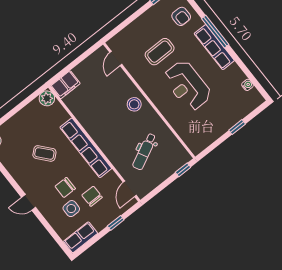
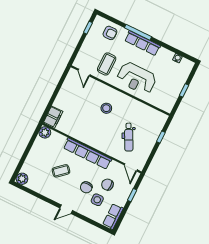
door: (116, 58) -> (84, 73), moved
wall: (149, 101) -> (120, 91), moved

